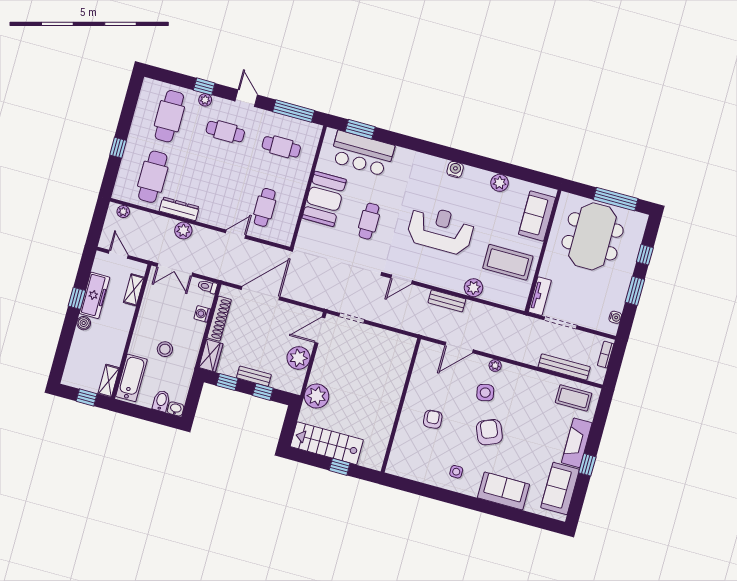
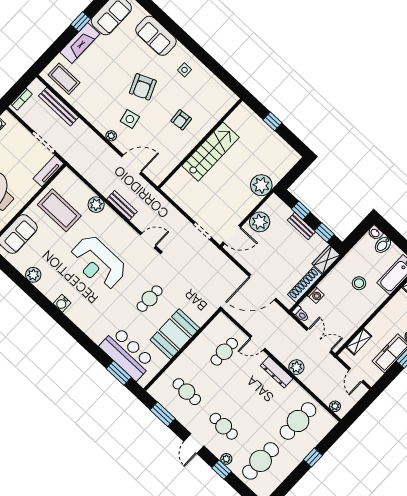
window: (294, 111) -> (163, 414), width x0.69
dresser: (179, 209) -> (277, 372), moved
stairs: (327, 443) -> (210, 152), moved, turned -90

